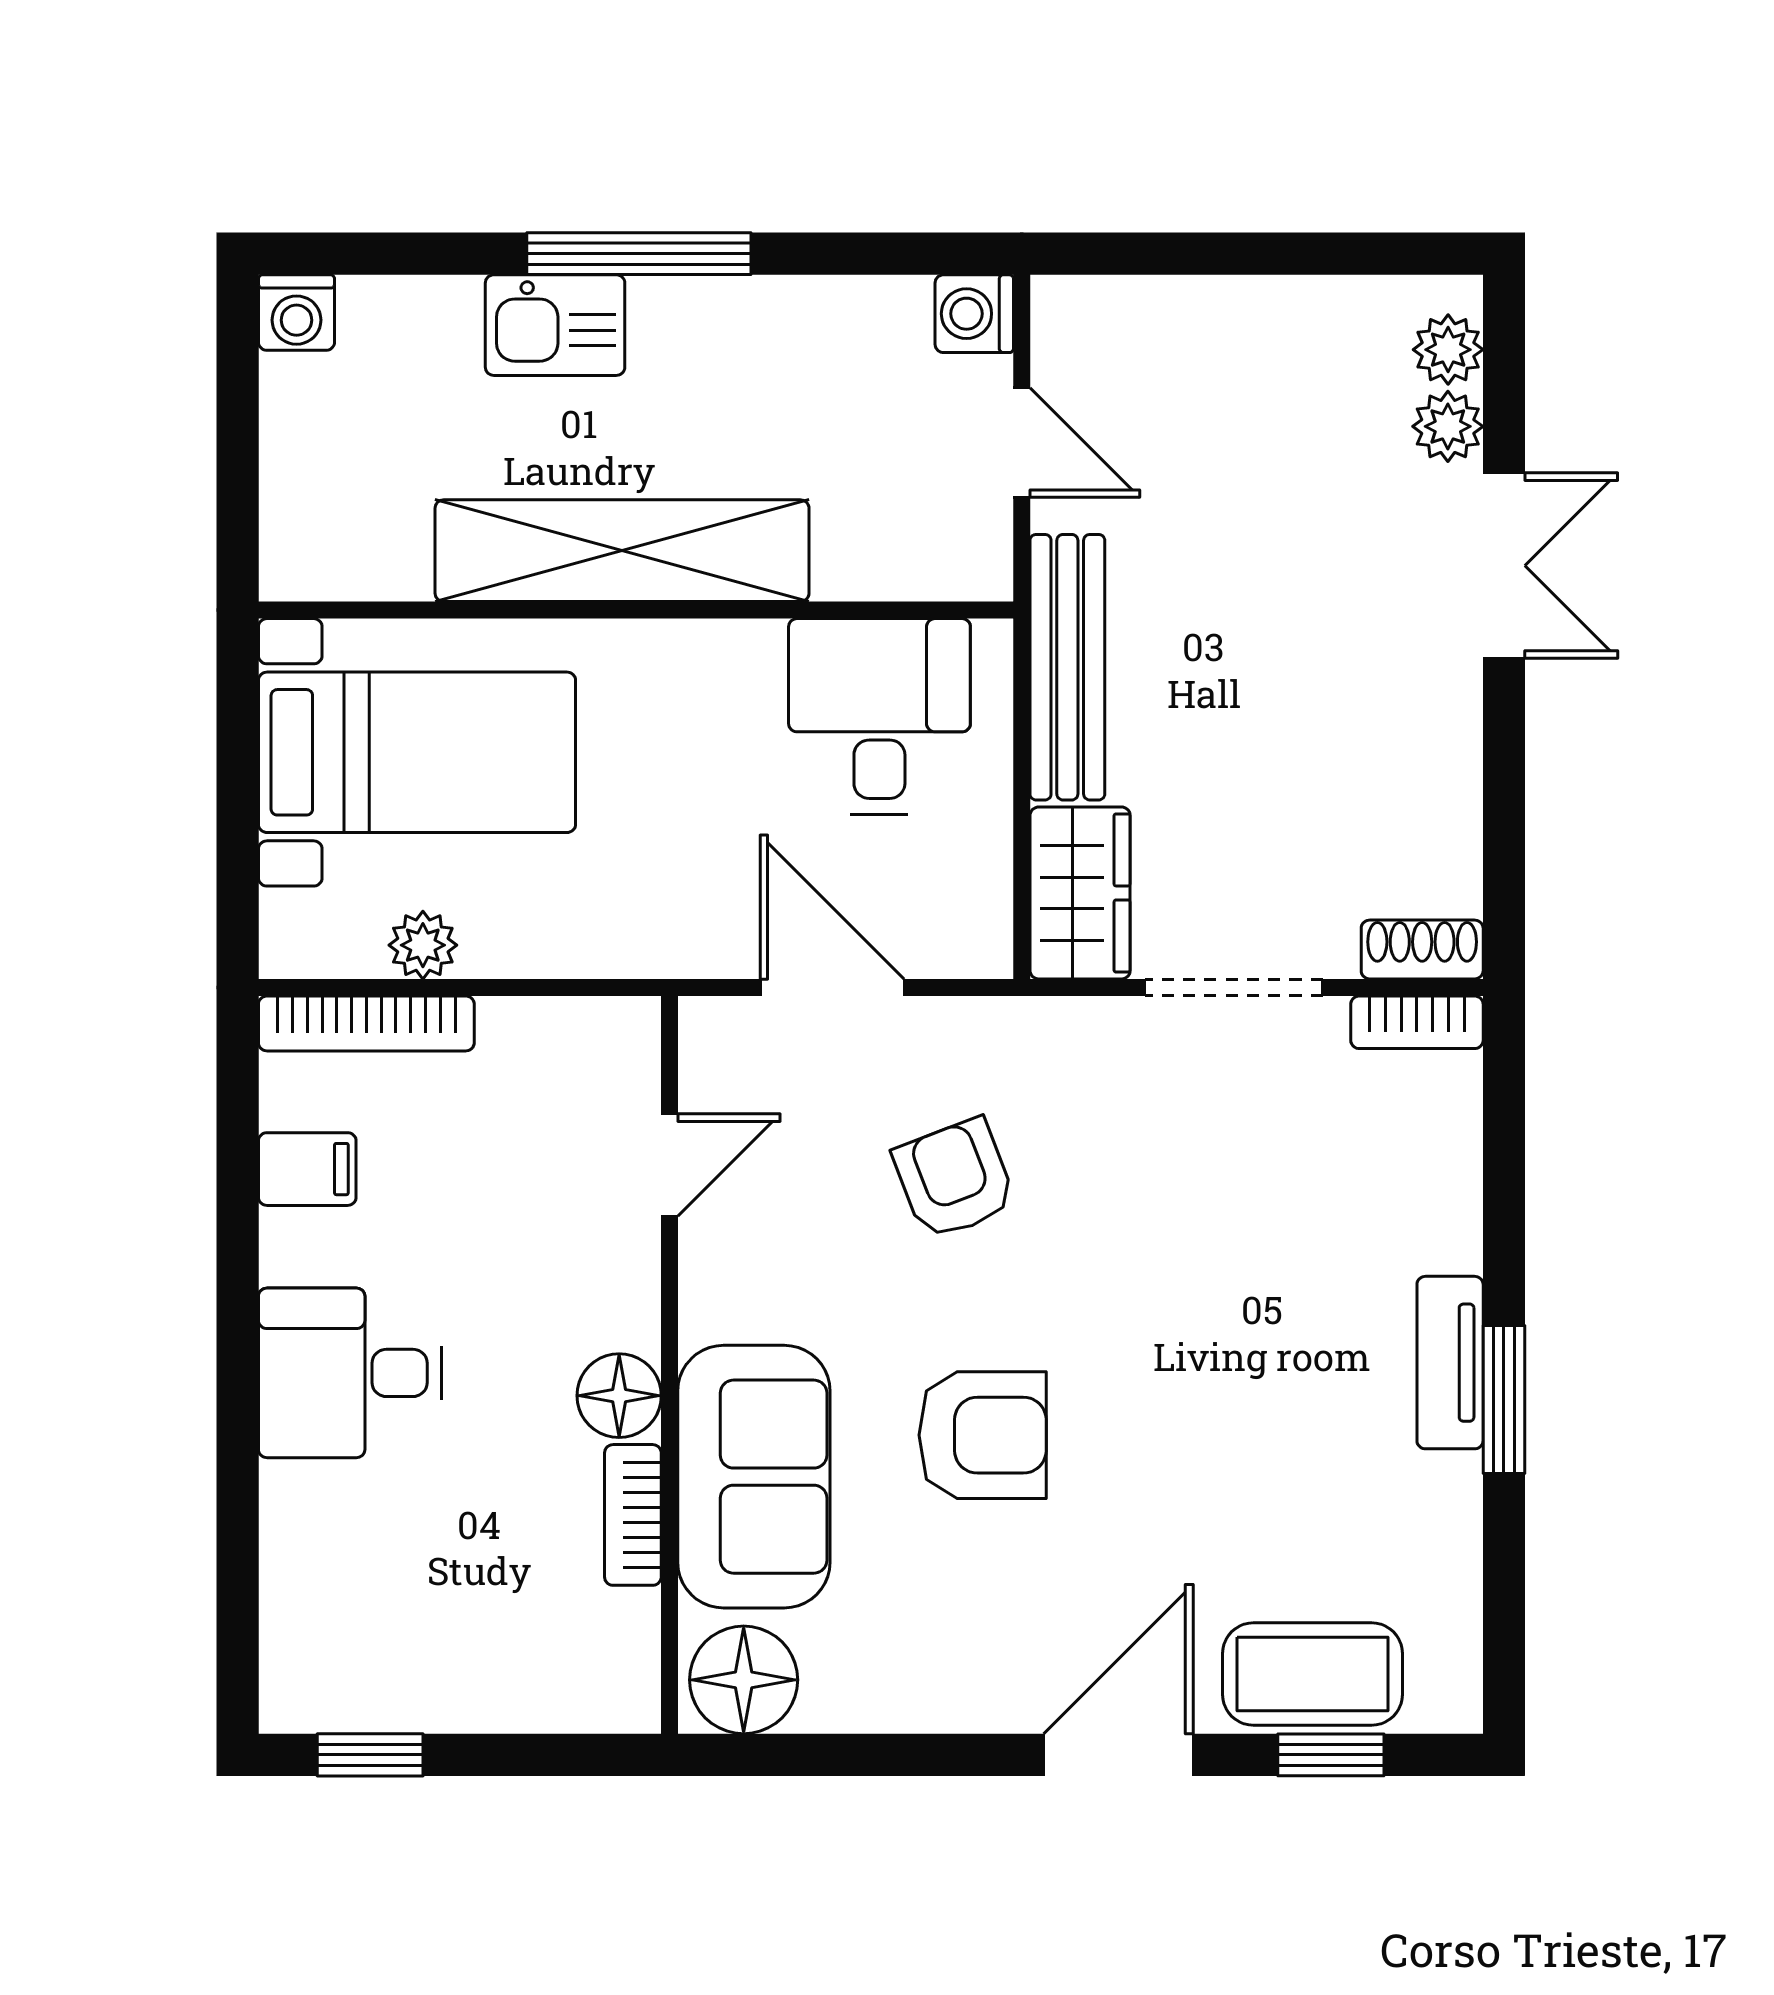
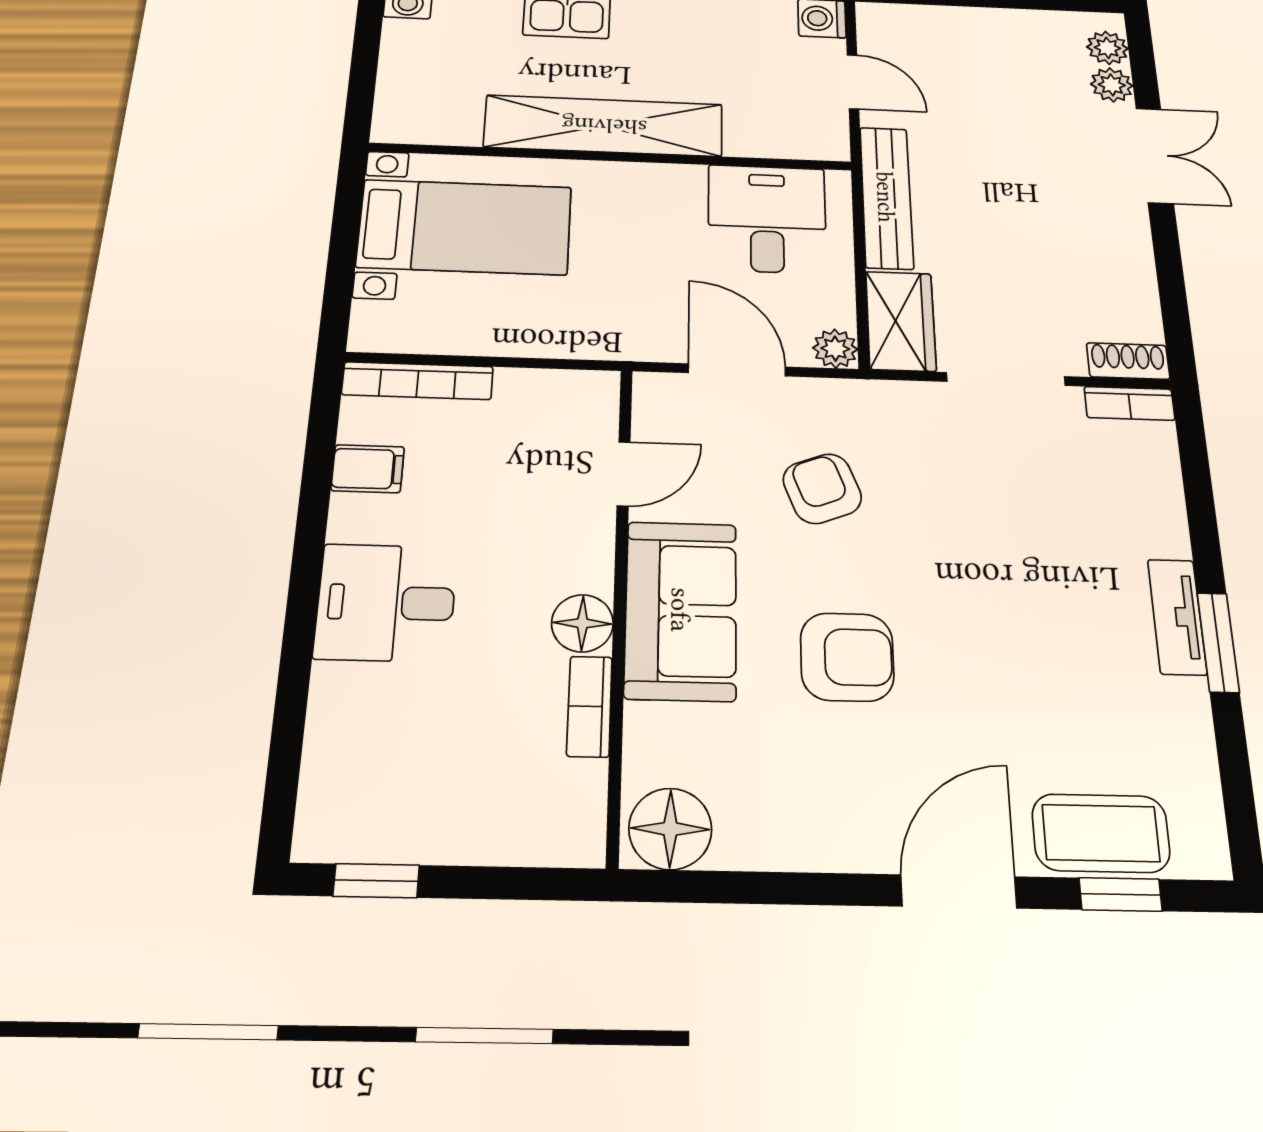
plant: (423, 945) -> (835, 349), moved
sofa: (754, 1477) -> (681, 610), moved

